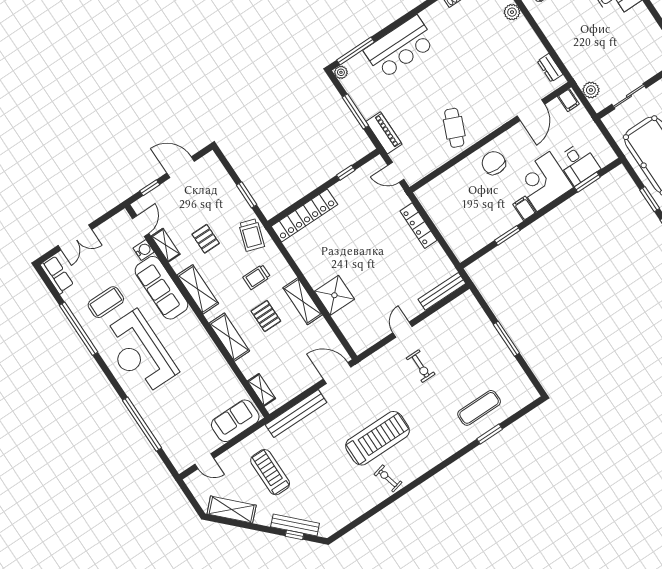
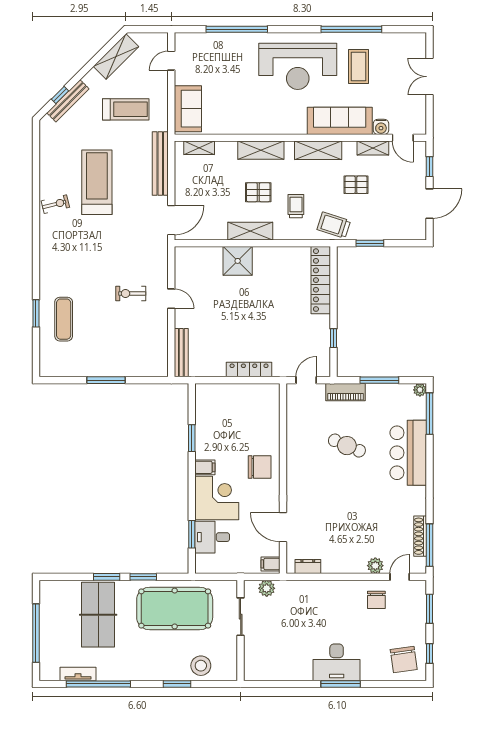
cafe table: (454, 128) -> (347, 446), moved
row of seats: (57, 275) -> (408, 41), removed
reception desk: (139, 353) -> (298, 66), turned 180
treadmill: (377, 438) -> (97, 182), moved, turned 180

